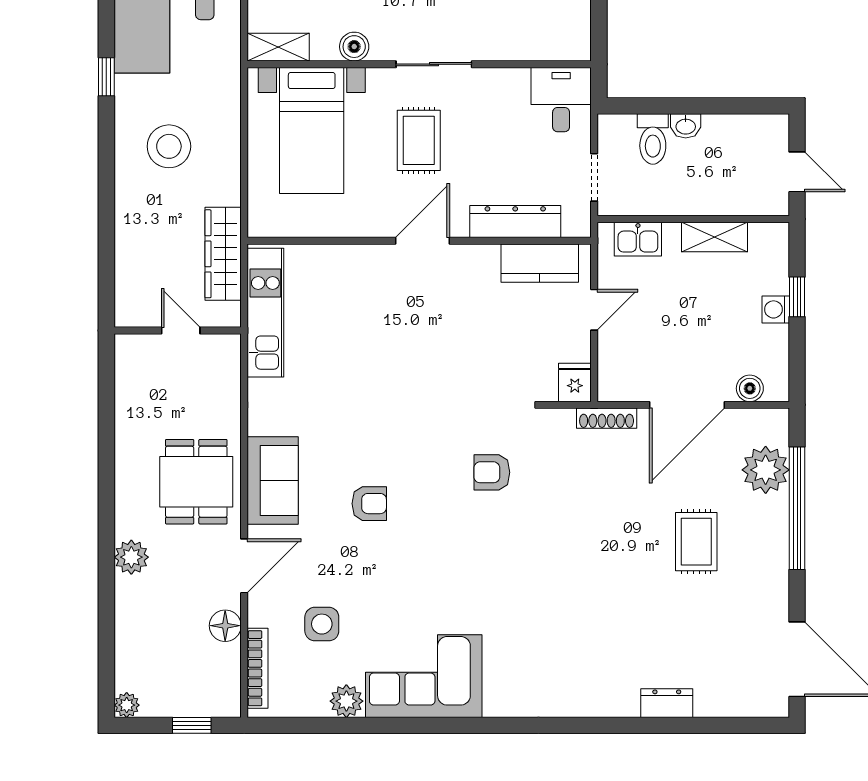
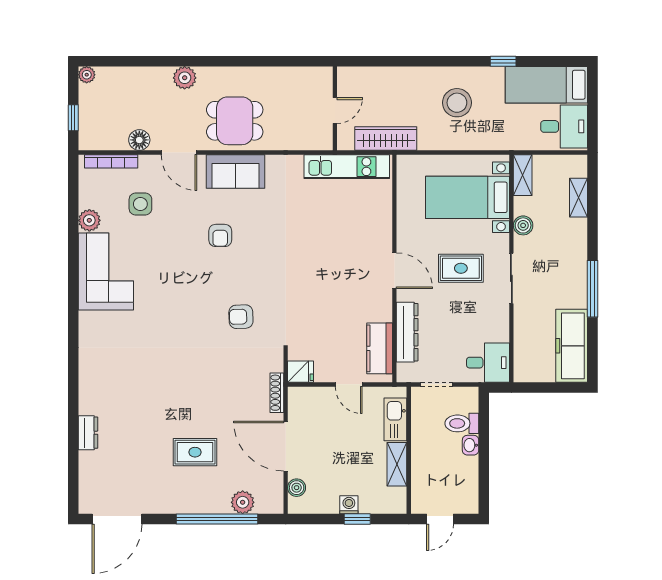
kitchen sink: (638, 239) -> (395, 419), width x1.38
plant: (766, 470) -> (243, 502), width x0.73, depth x0.73
armchair: (492, 472) -> (241, 317), turned -92

